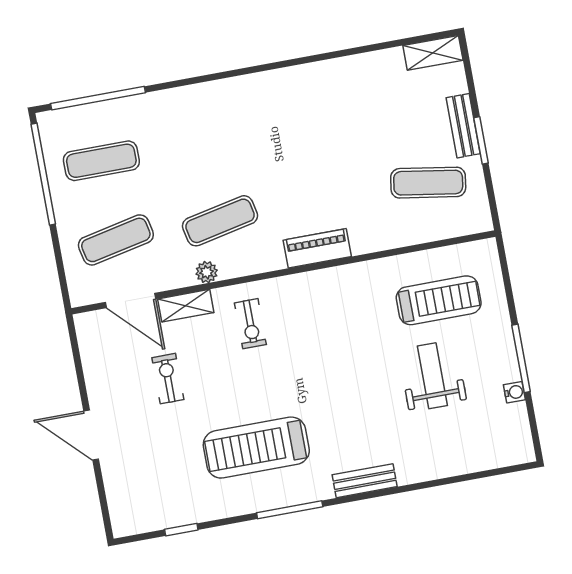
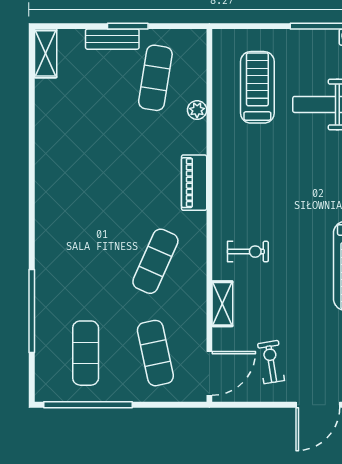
window: (98, 98) -> (32, 311), moved
exercise mat: (220, 221) -> (155, 261), turned 36
plant: (207, 272) -> (197, 110), moved
door: (130, 300) -> (209, 373), moved
exercise bike: (168, 379) -> (271, 362), moved, turned 81

